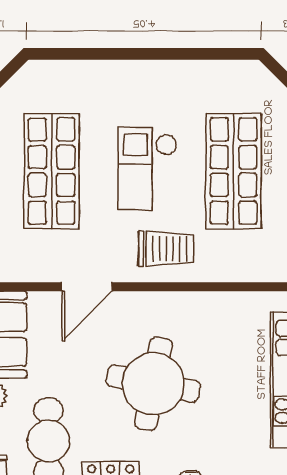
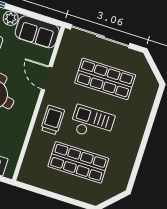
trolley: (166, 249) -> (53, 120), turned 180

